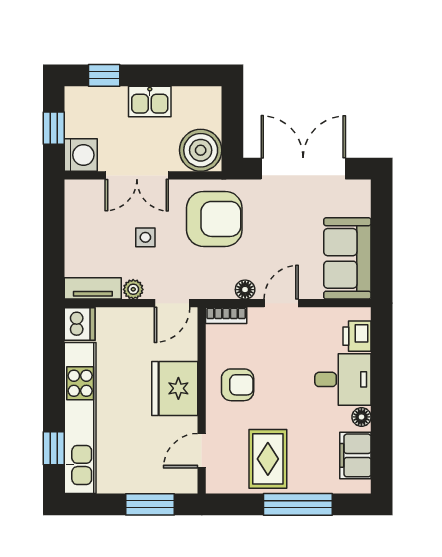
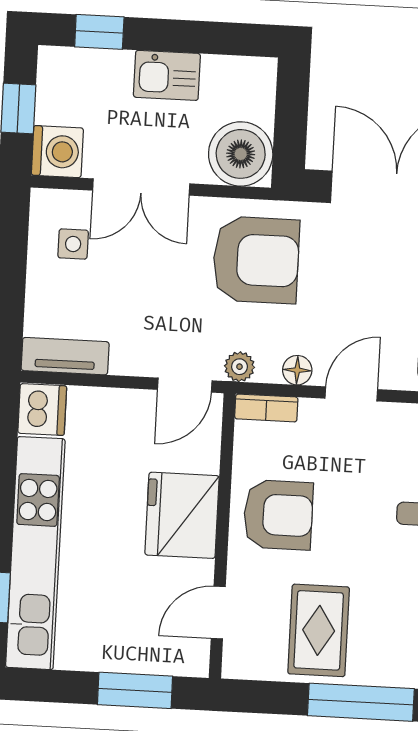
side table: (145, 237) -> (73, 244), moved
plant: (133, 289) -> (239, 367), moved
armchair: (238, 385) -> (278, 515), width x1.38, depth x1.38

